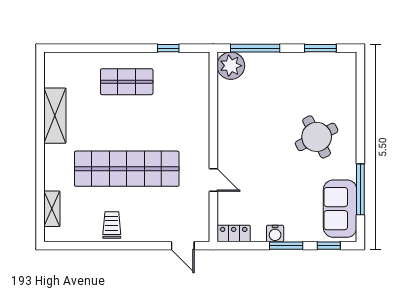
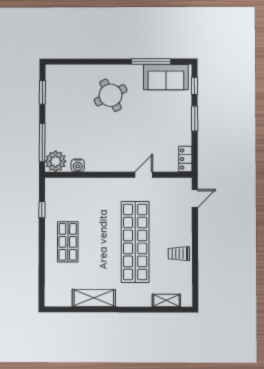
water cooler: (275, 234) -> (78, 165), moved, turned 90

